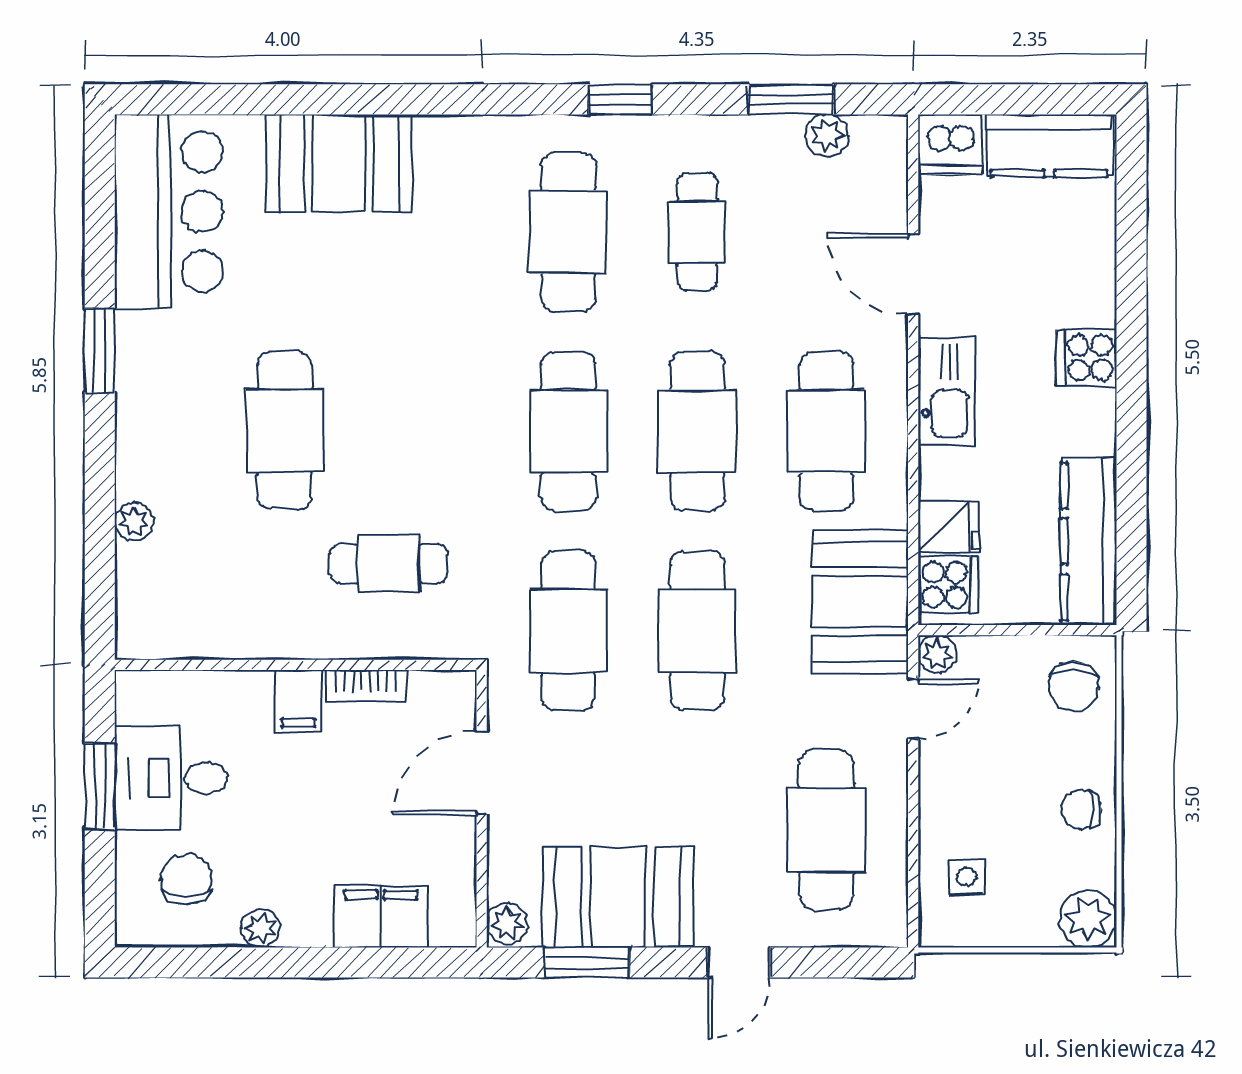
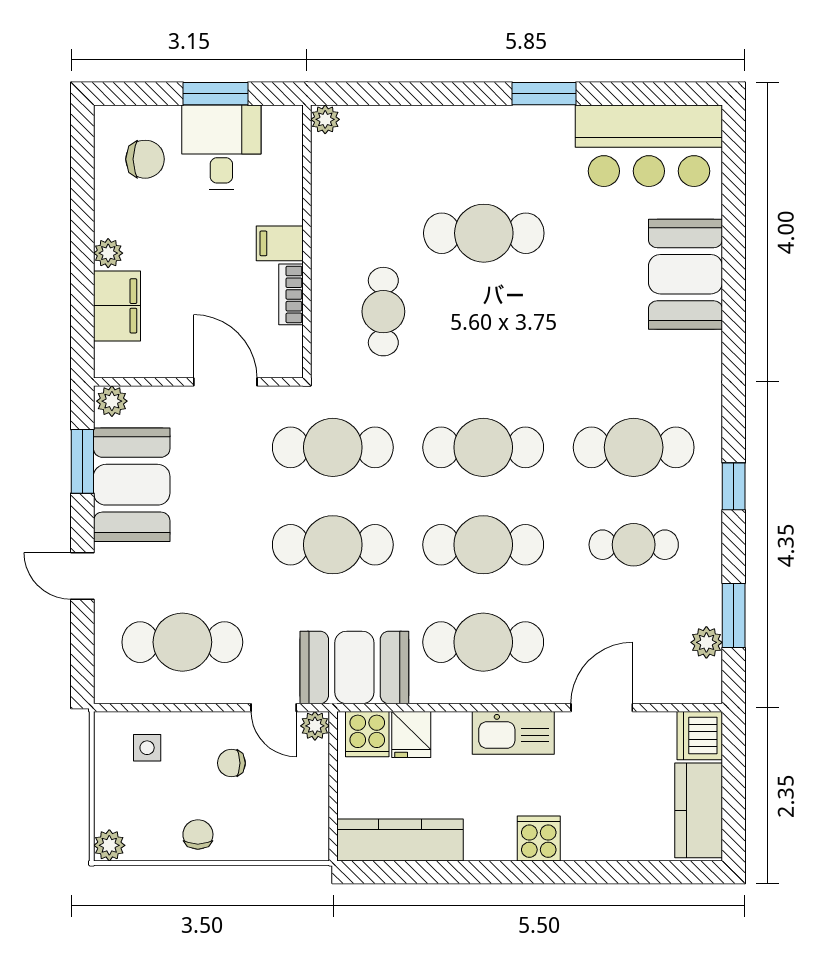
plant: (134, 522) -> (325, 119), moved
chair: (1074, 686) -> (231, 763), moved, width x0.73, depth x0.73
plant: (1088, 919) -> (109, 845), width x0.73, depth x0.73
plant: (261, 928) -> (108, 253), moved

